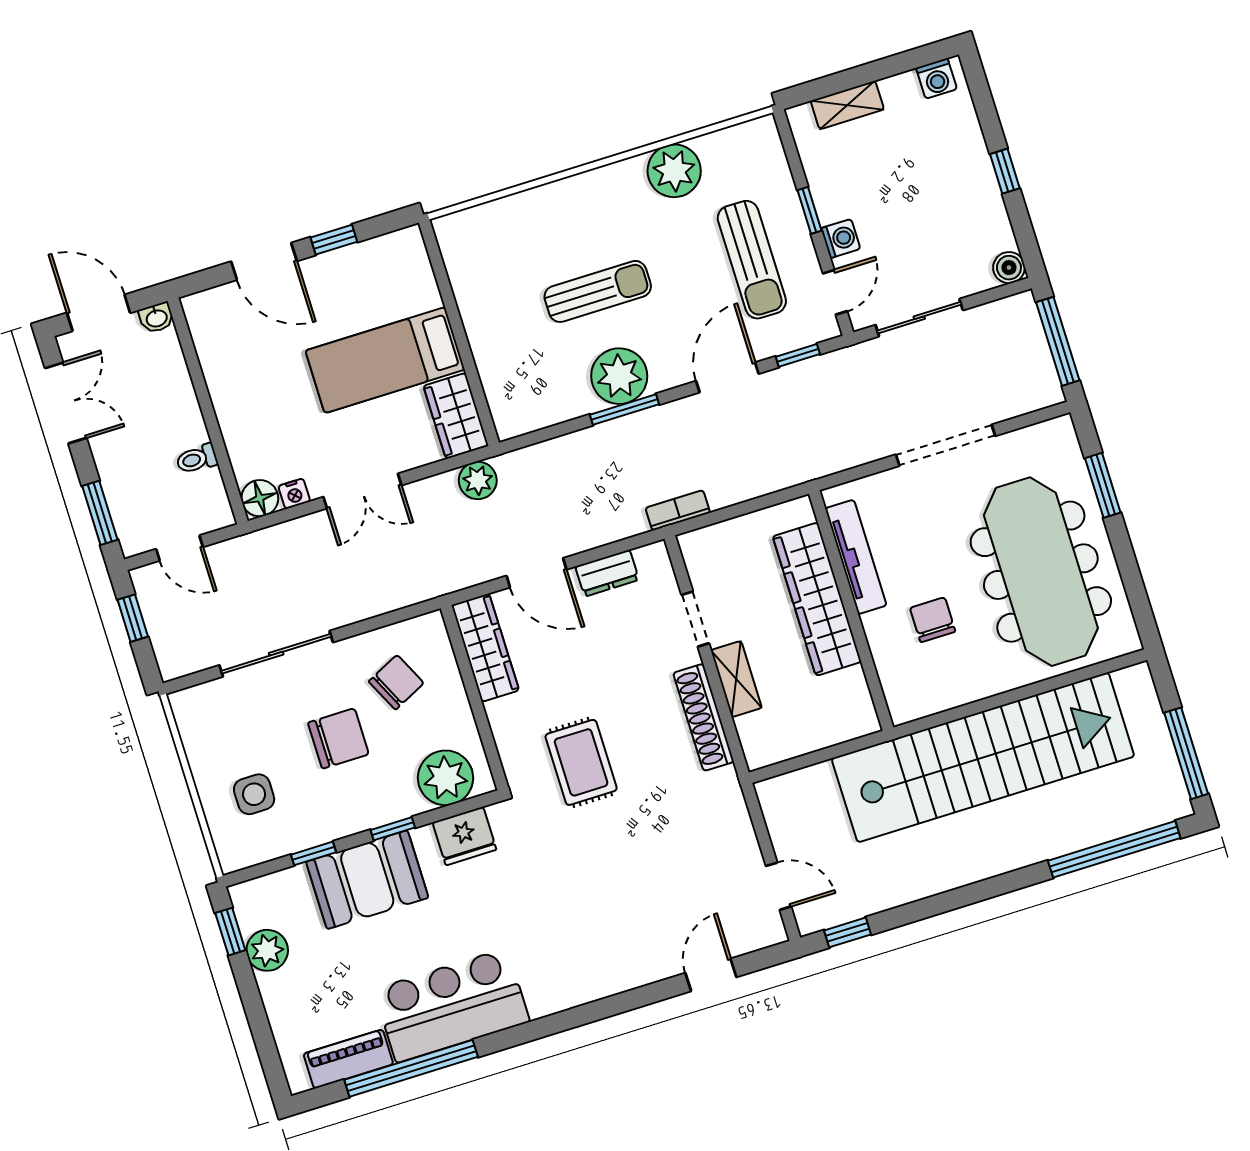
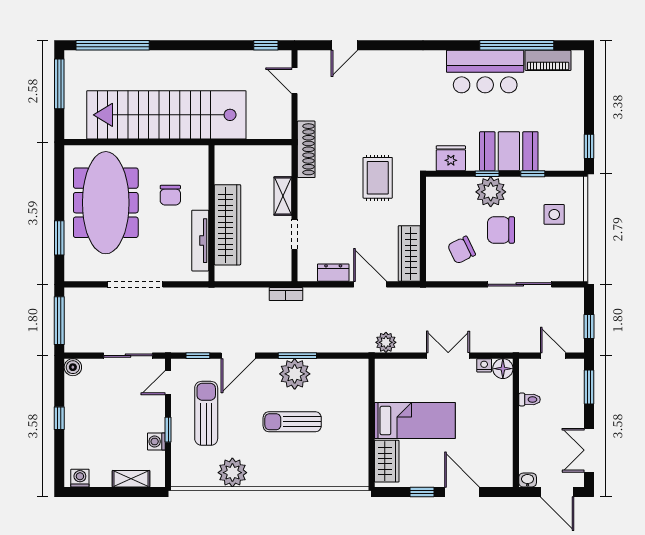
washing machine: (841, 239) -> (156, 441), moved
wardrobe: (456, 416) -> (387, 461), moved
shoe rack: (704, 717) -> (306, 149), moved
plant: (445, 778) -> (491, 192), moved
plant: (267, 950) -> (573, 131), removed

